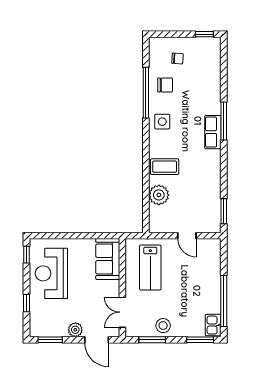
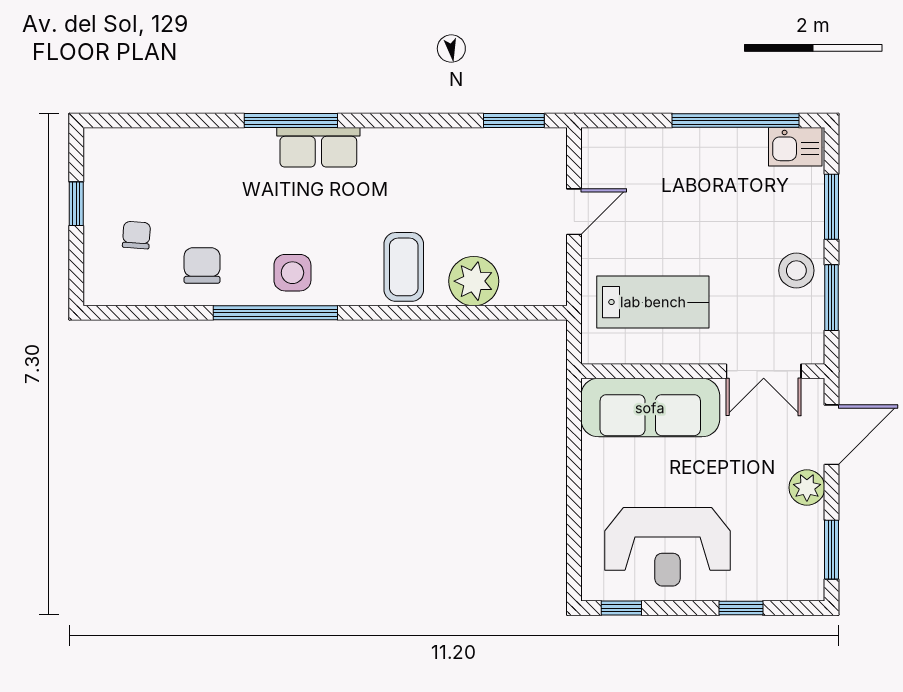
window: (204, 34) -> (76, 204), moved
window: (146, 93) -> (275, 313), moved
sofa: (108, 259) -> (650, 408), width x1.36
window: (200, 340) -> (832, 207), moved

